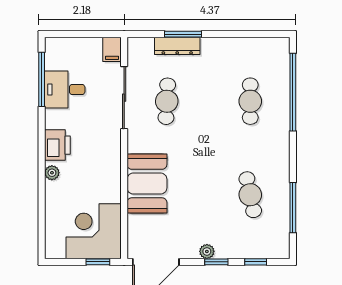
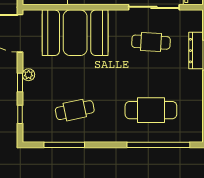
cafe table: (250, 101) -> (151, 110), width x1.37, depth x1.35
booth: (147, 184) -> (75, 33), width x1.36, depth x1.42

